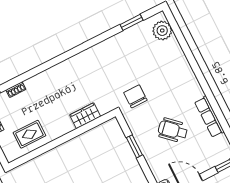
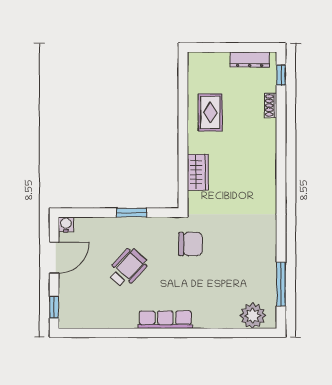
window: (132, 22) -> (281, 284), width x1.44
row of seats: (209, 117) -> (165, 320), moved
rug: (29, 134) -> (210, 113), moved

